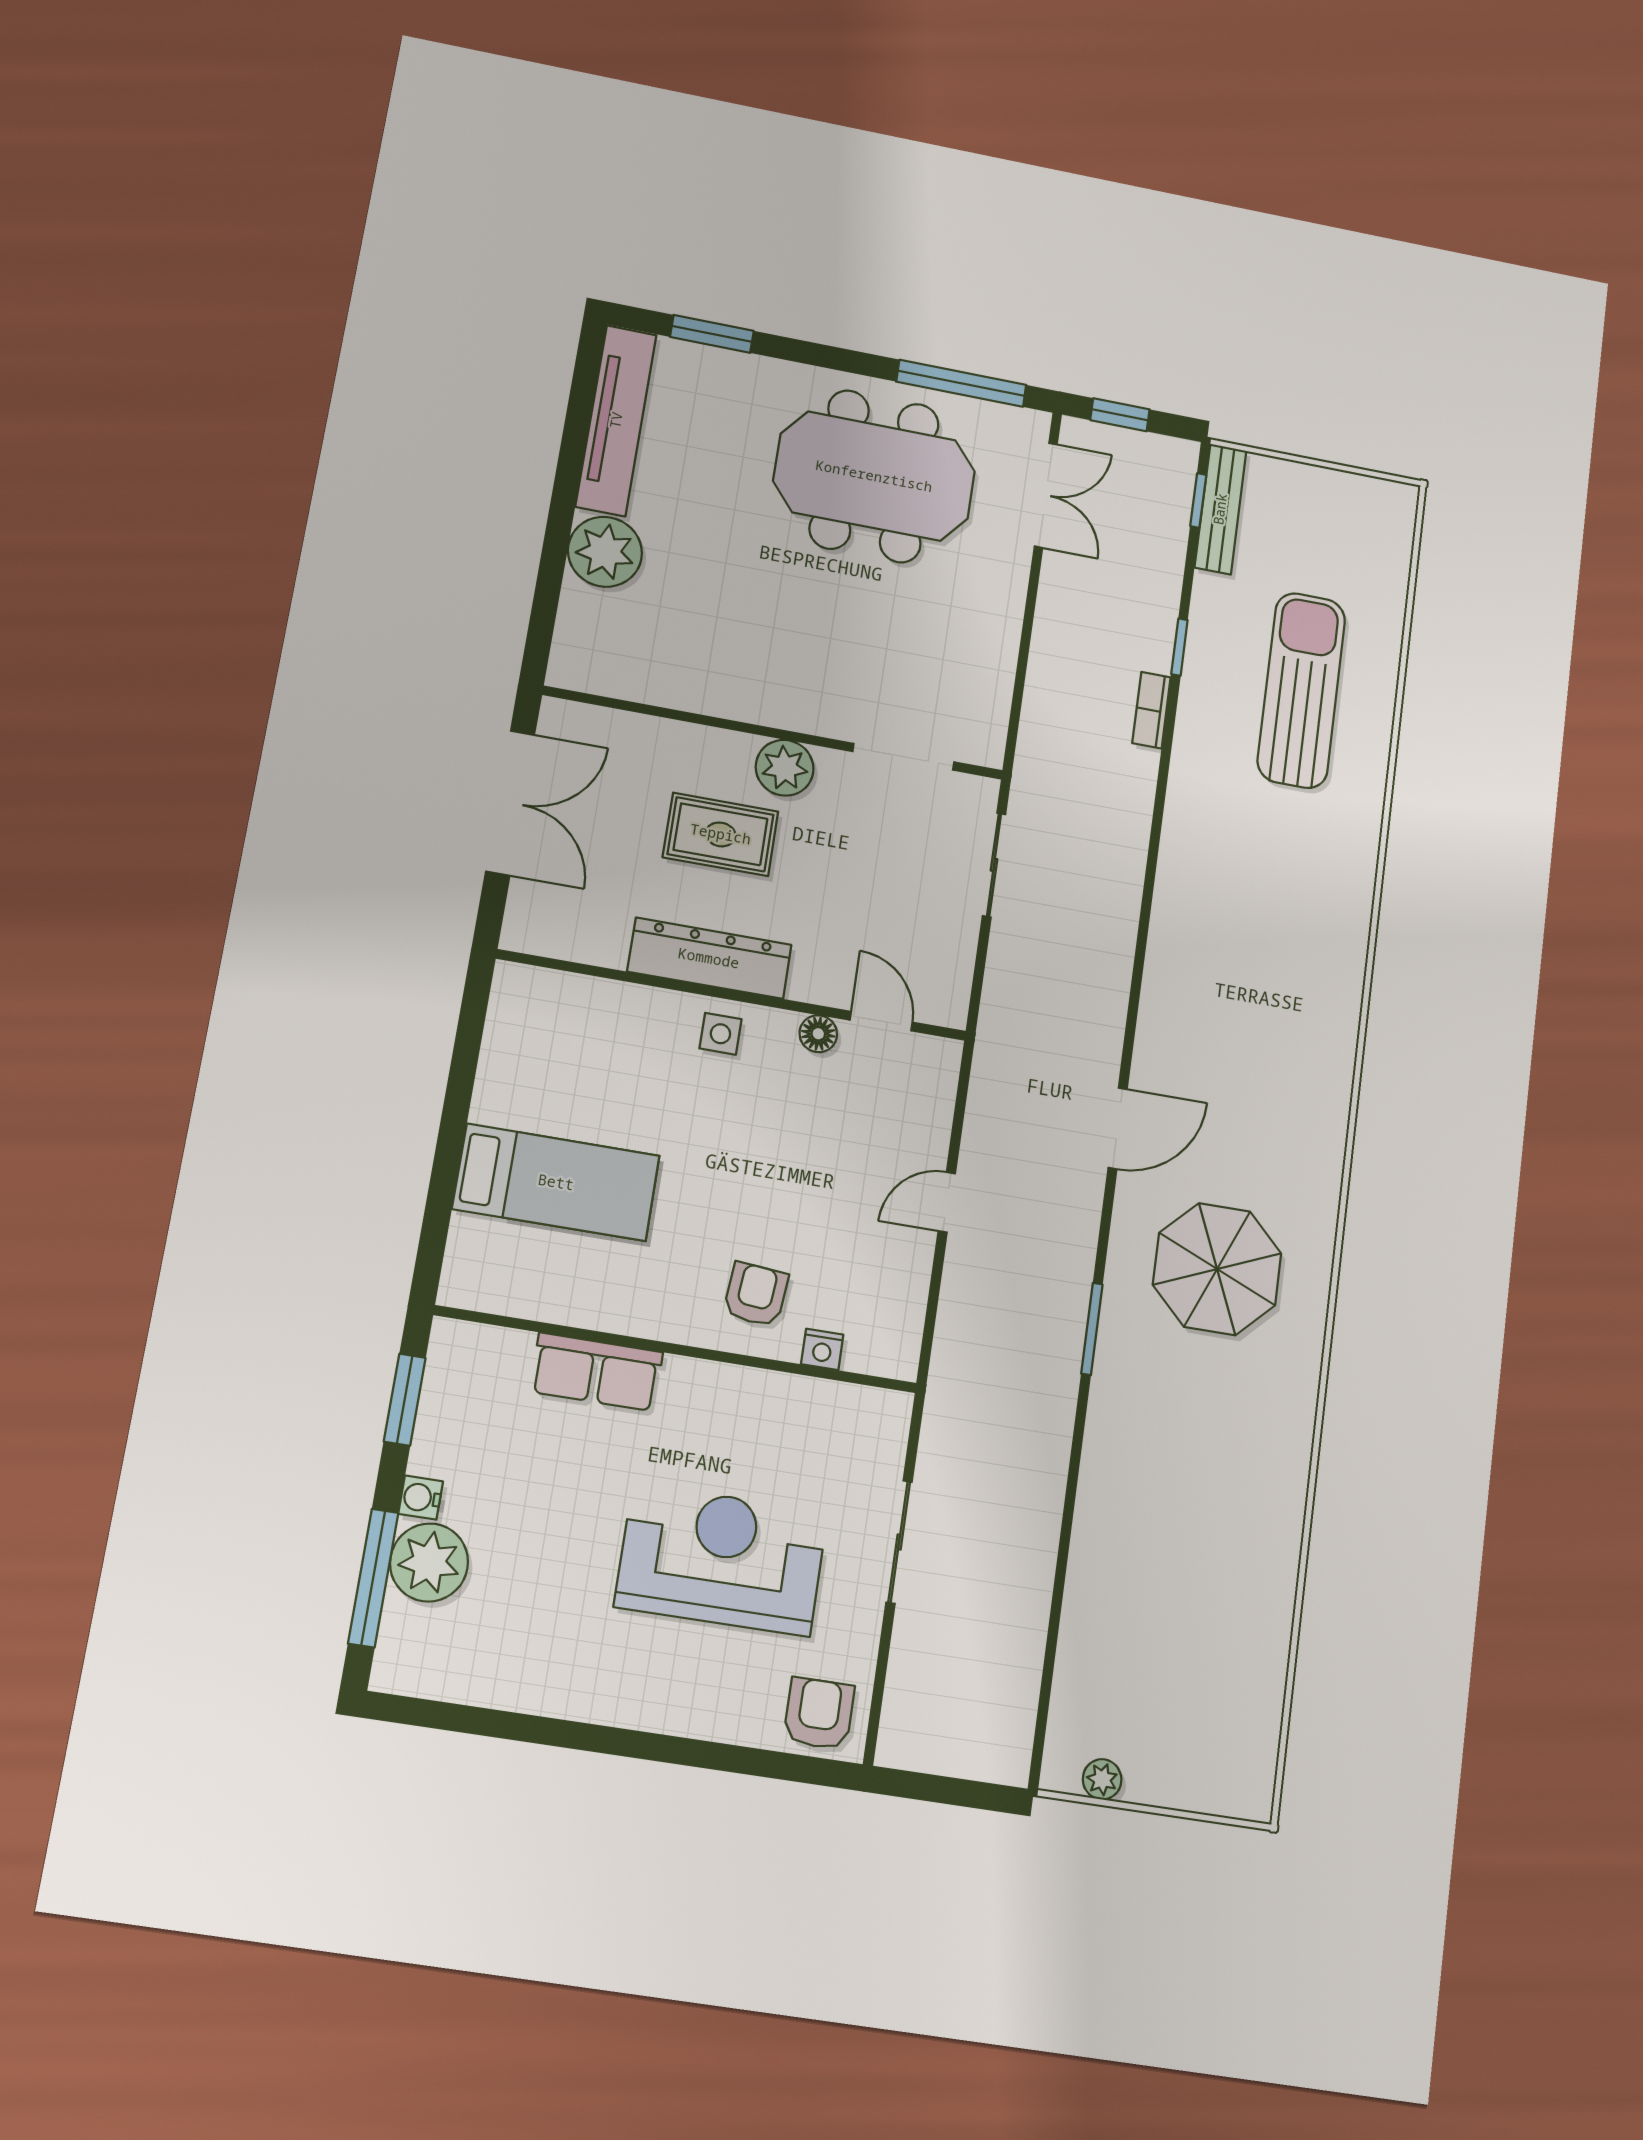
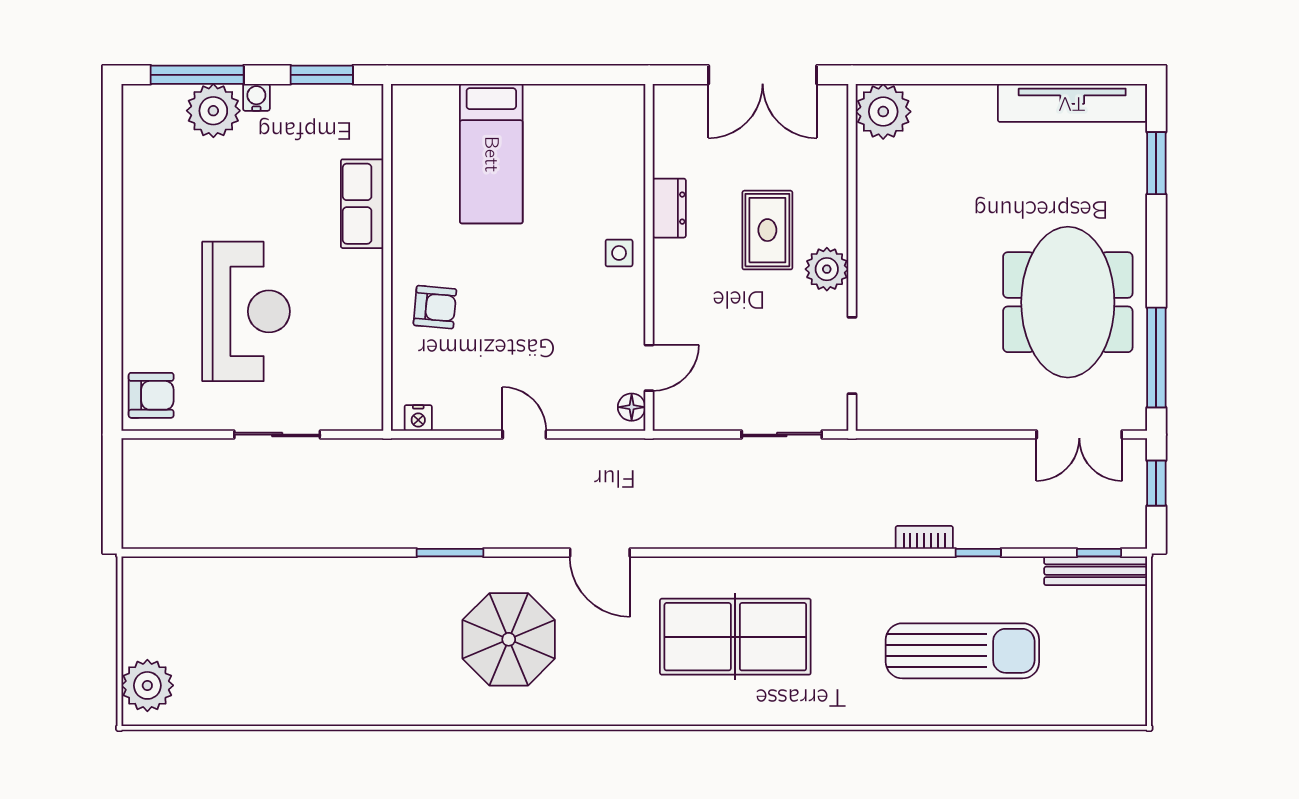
plant: (605, 552) -> (883, 112), moved
dresser: (709, 958) -> (669, 208), width x0.51, depth x0.80
table tennis table: (1249, 972) -> (735, 637), added
floor lamp: (818, 1034) -> (632, 407), moved
nightstand: (822, 1349) -> (418, 418), moved, turned -90
plant: (1102, 1779) -> (147, 685), moved, width x1.87, depth x1.87

